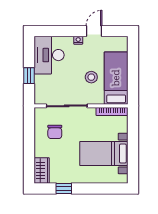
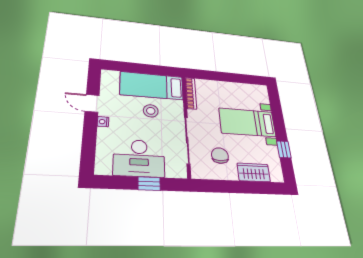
desk: (49, 55) -> (139, 158), moved
chair: (55, 132) -> (220, 156), turned -90
bed with nightstands: (104, 154) -> (247, 122), moved, turned 90
wardrobe: (42, 170) -> (254, 172), moved

